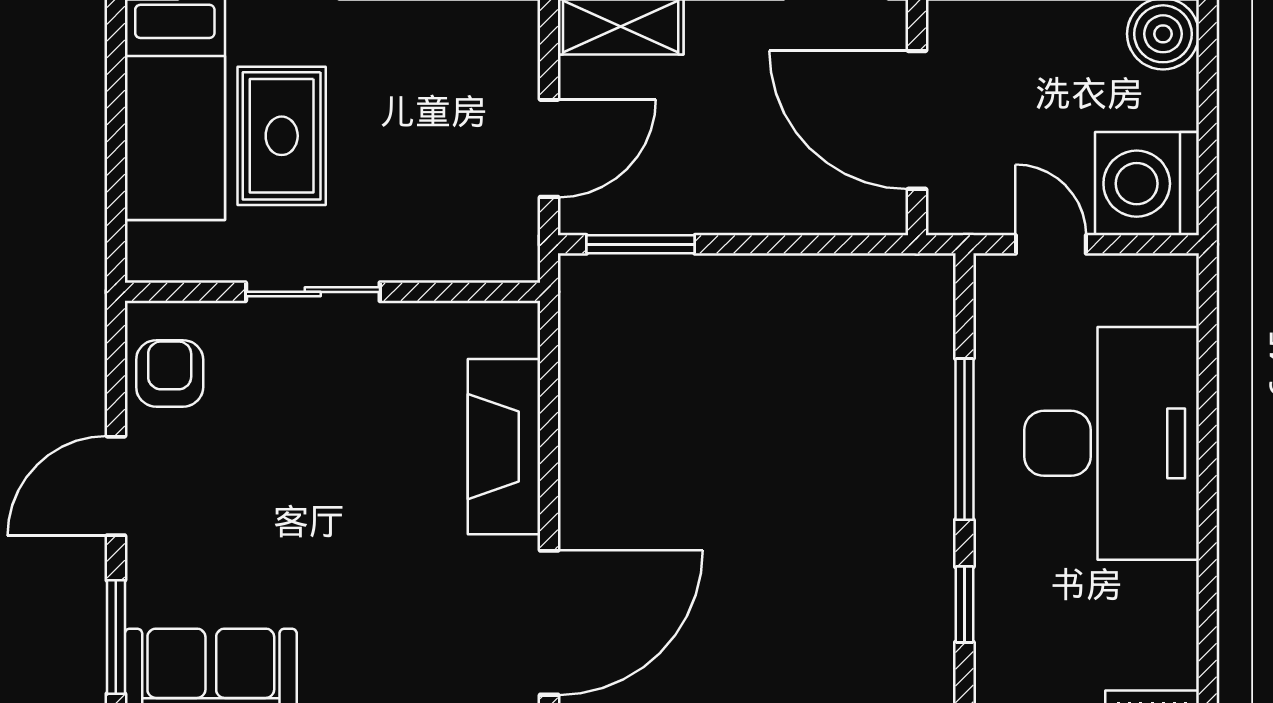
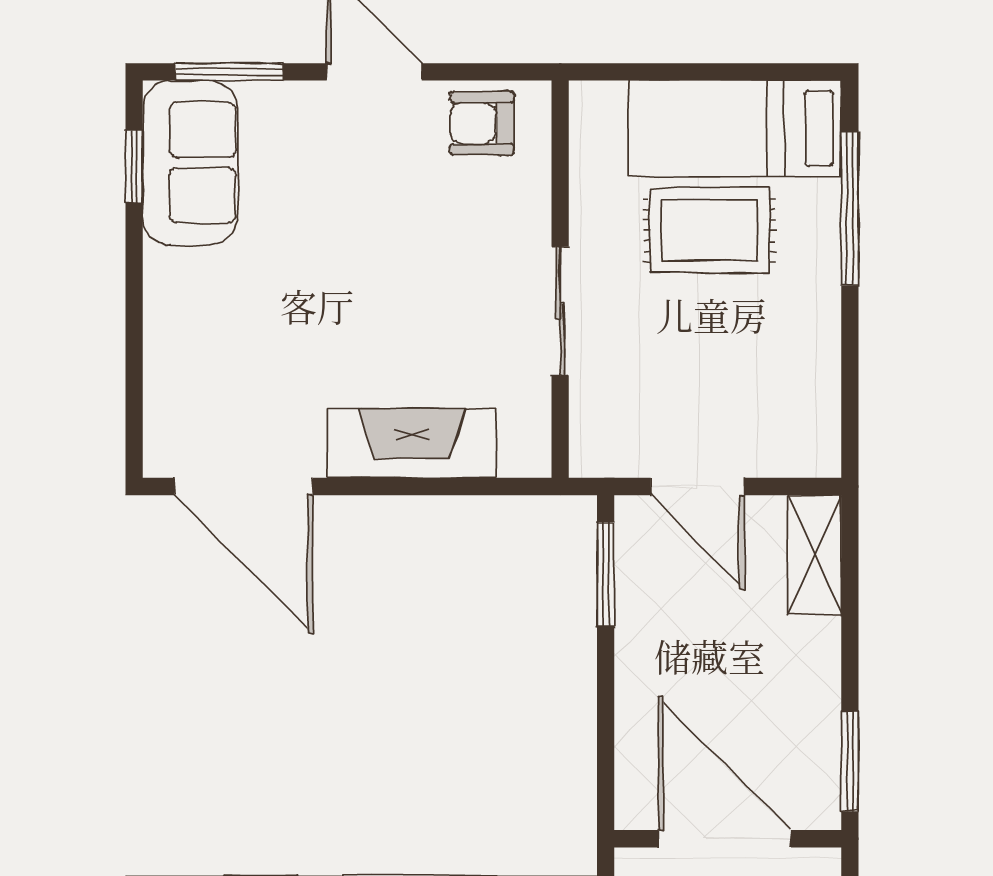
door: (917, 120) -> (725, 839), hinge flipped
sliding door: (313, 292) -> (560, 311), moved
armchair: (170, 373) -> (482, 123), turned 180

